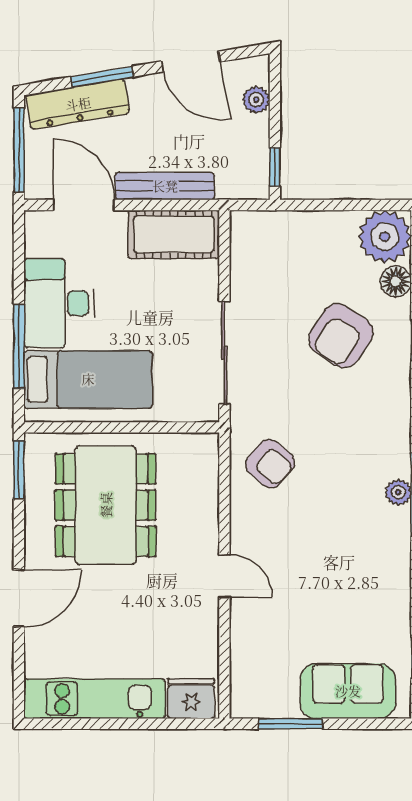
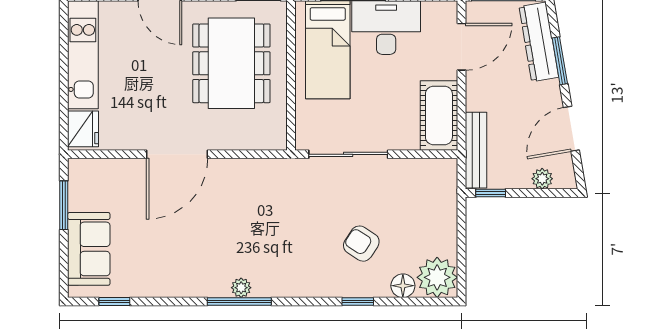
bench: (165, 186) -> (476, 150), moved
armchair: (341, 336) -> (361, 244), width x0.72, depth x0.72
armchair: (270, 463) -> (263, 189), removed
dining table: (106, 505) -> (231, 63), turned 90
door: (224, 576) -> (177, 154), width x1.88

